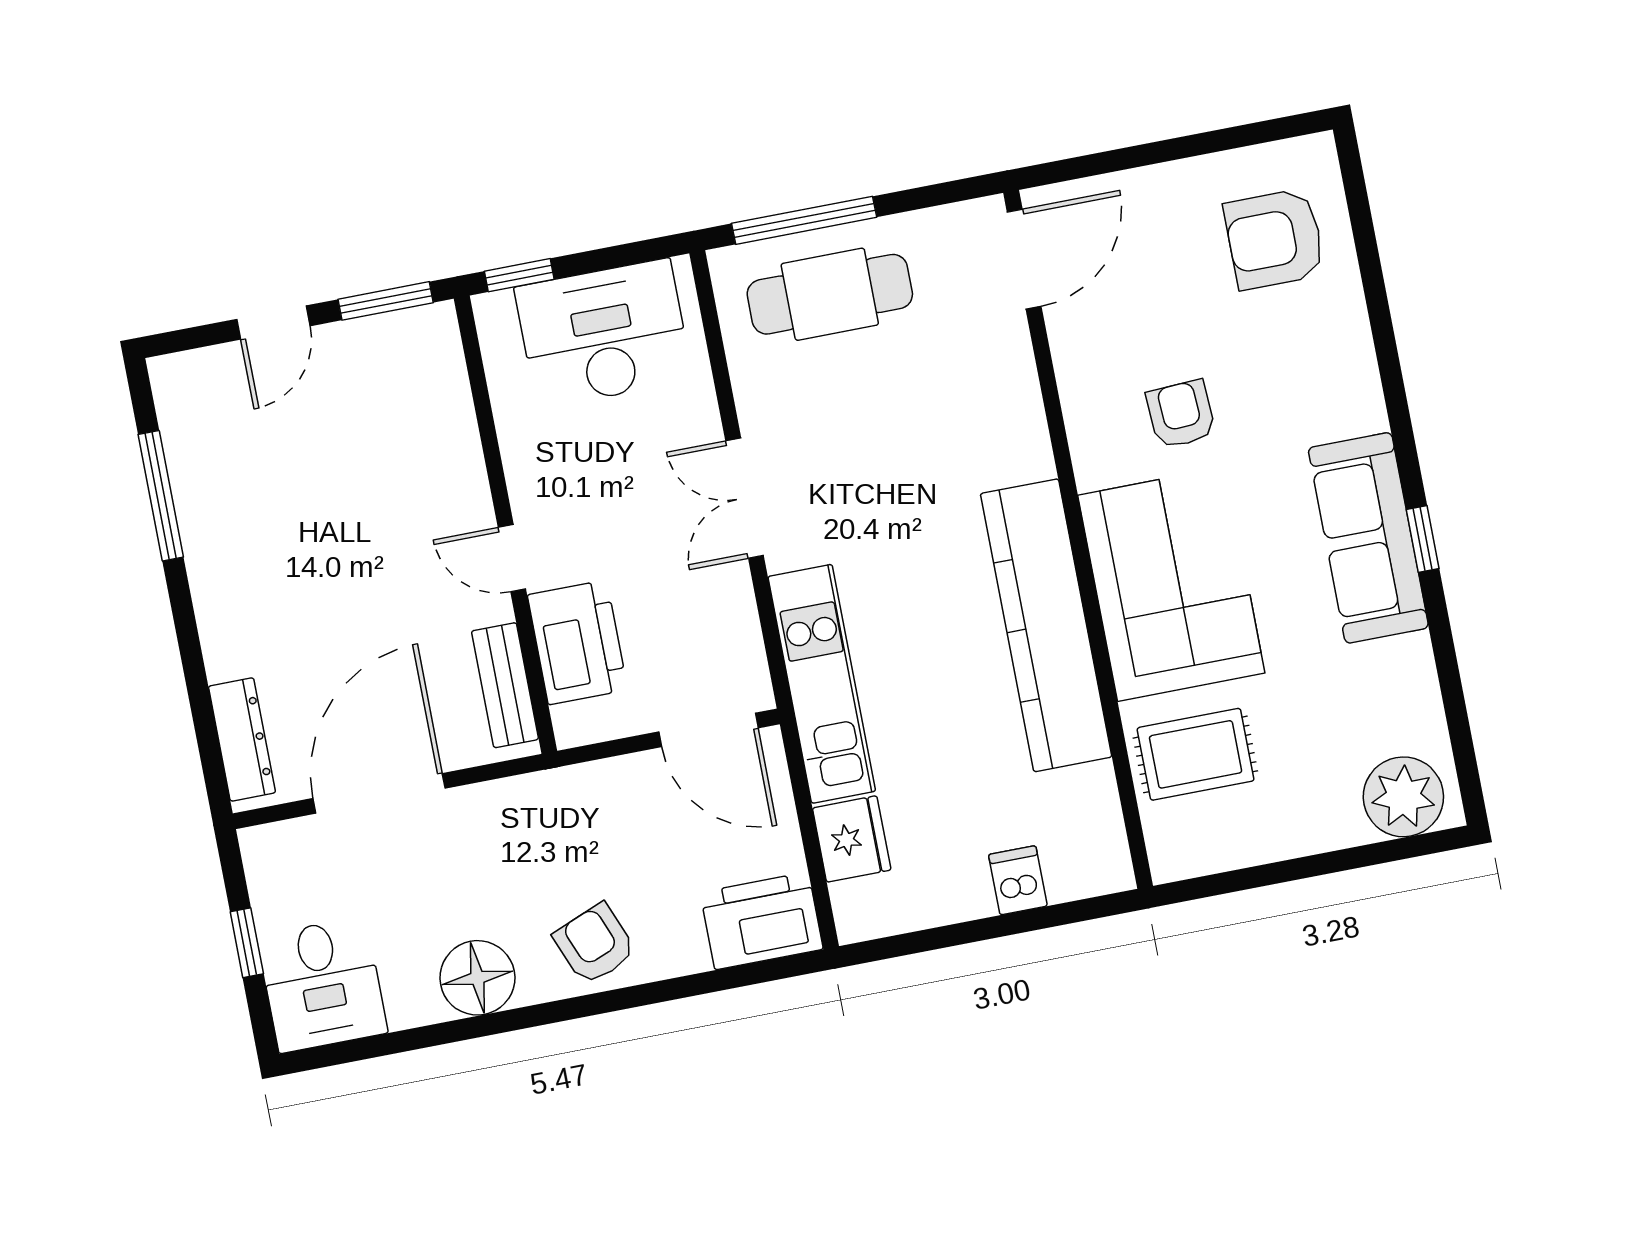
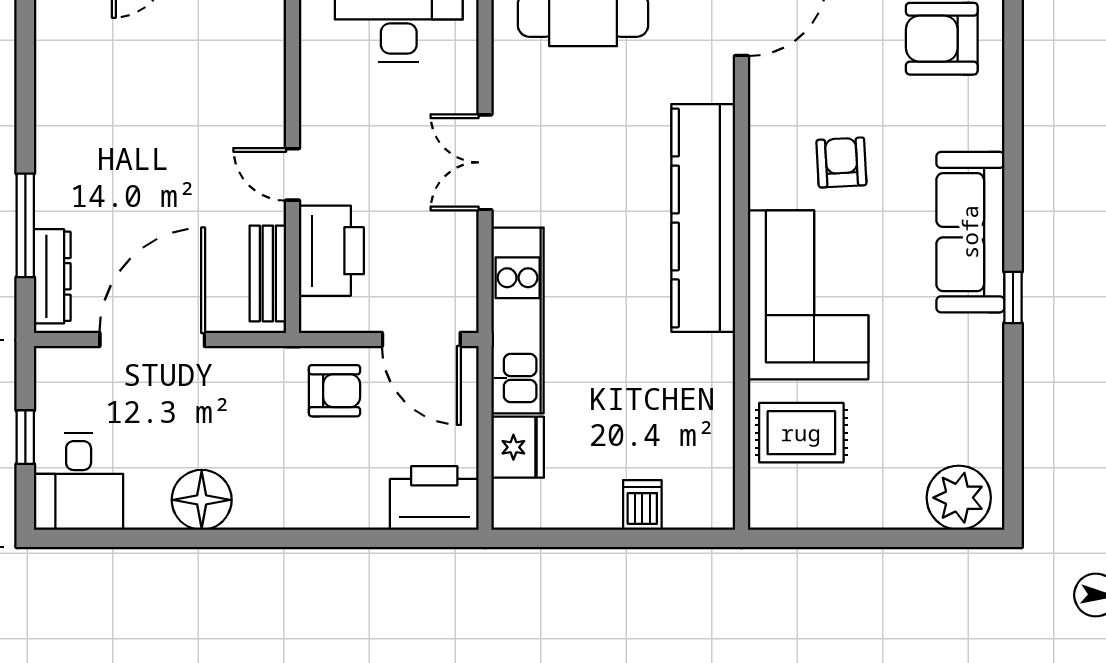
window: (161, 496) -> (25, 225), moved
sofa: (1368, 538) -> (970, 232), moved
kitchen counter: (1046, 625) -> (703, 218), moved
armchair: (595, 944) -> (334, 391), moved, turned 112

